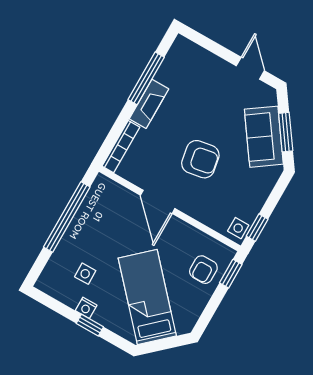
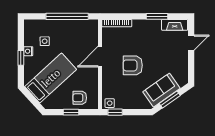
door: (250, 68) -> (191, 43), moved
window: (146, 78) -> (157, 16), width x0.69
fireplace: (149, 104) -> (175, 25), moved
armchair: (200, 159) -> (133, 65), turned 100
window: (231, 274) -> (71, 112), moved

